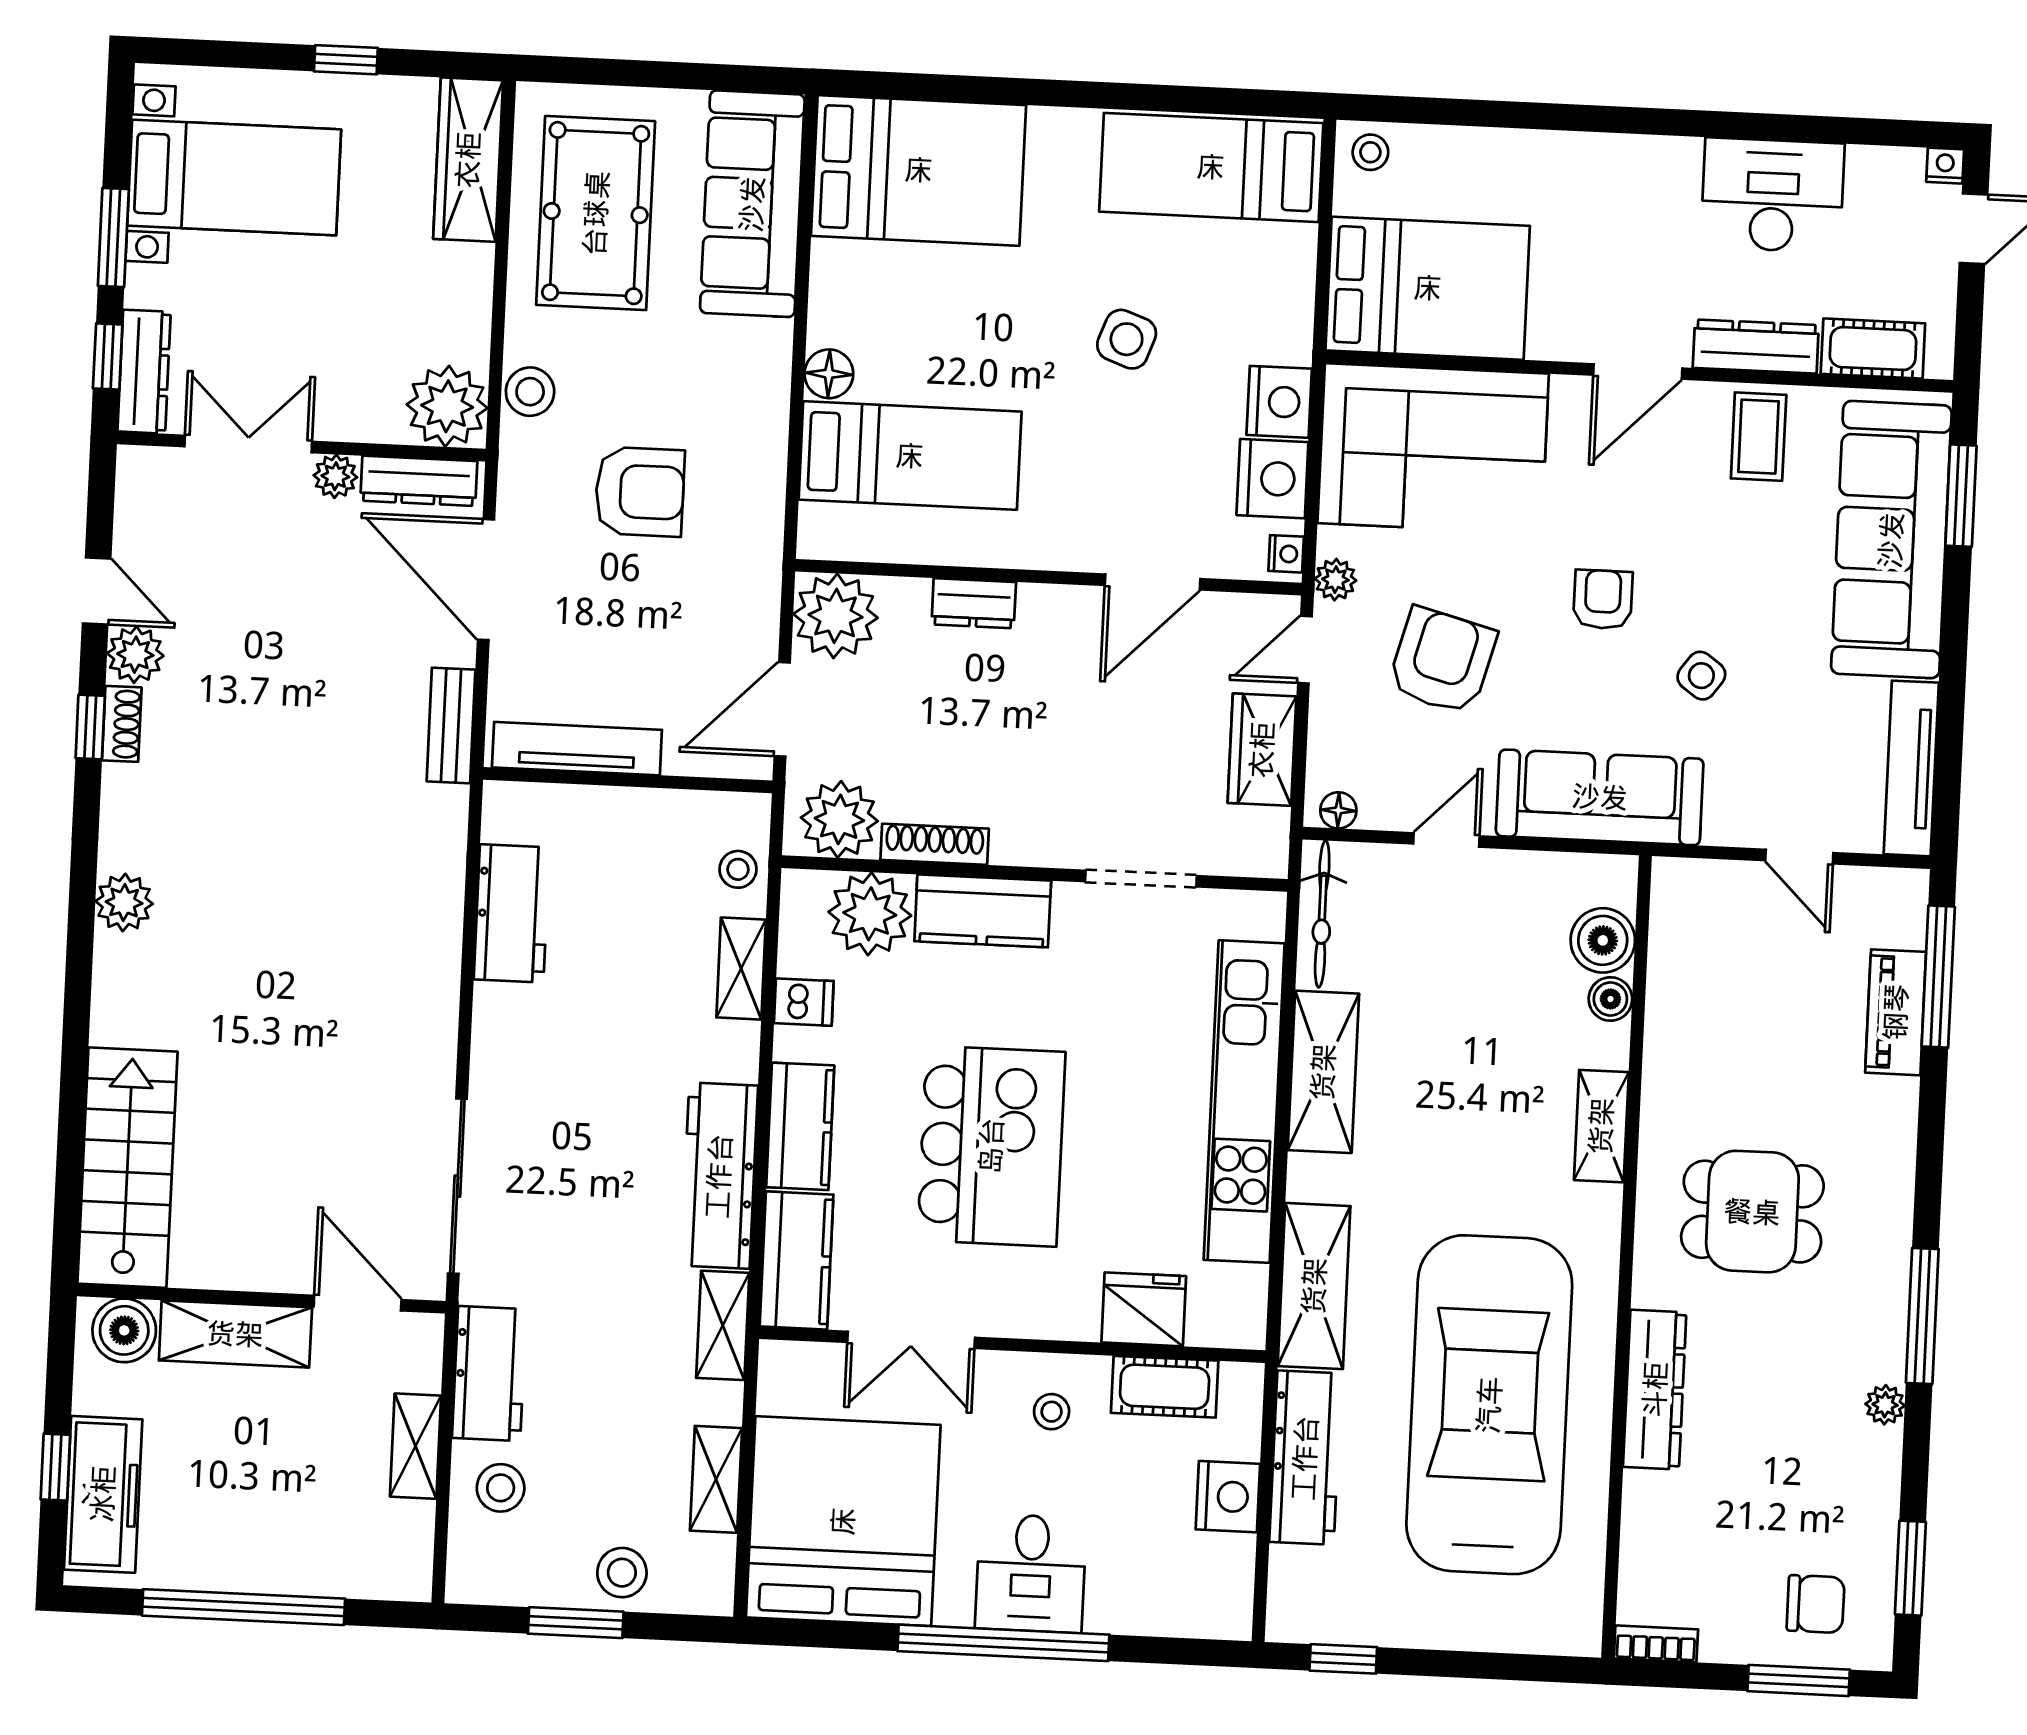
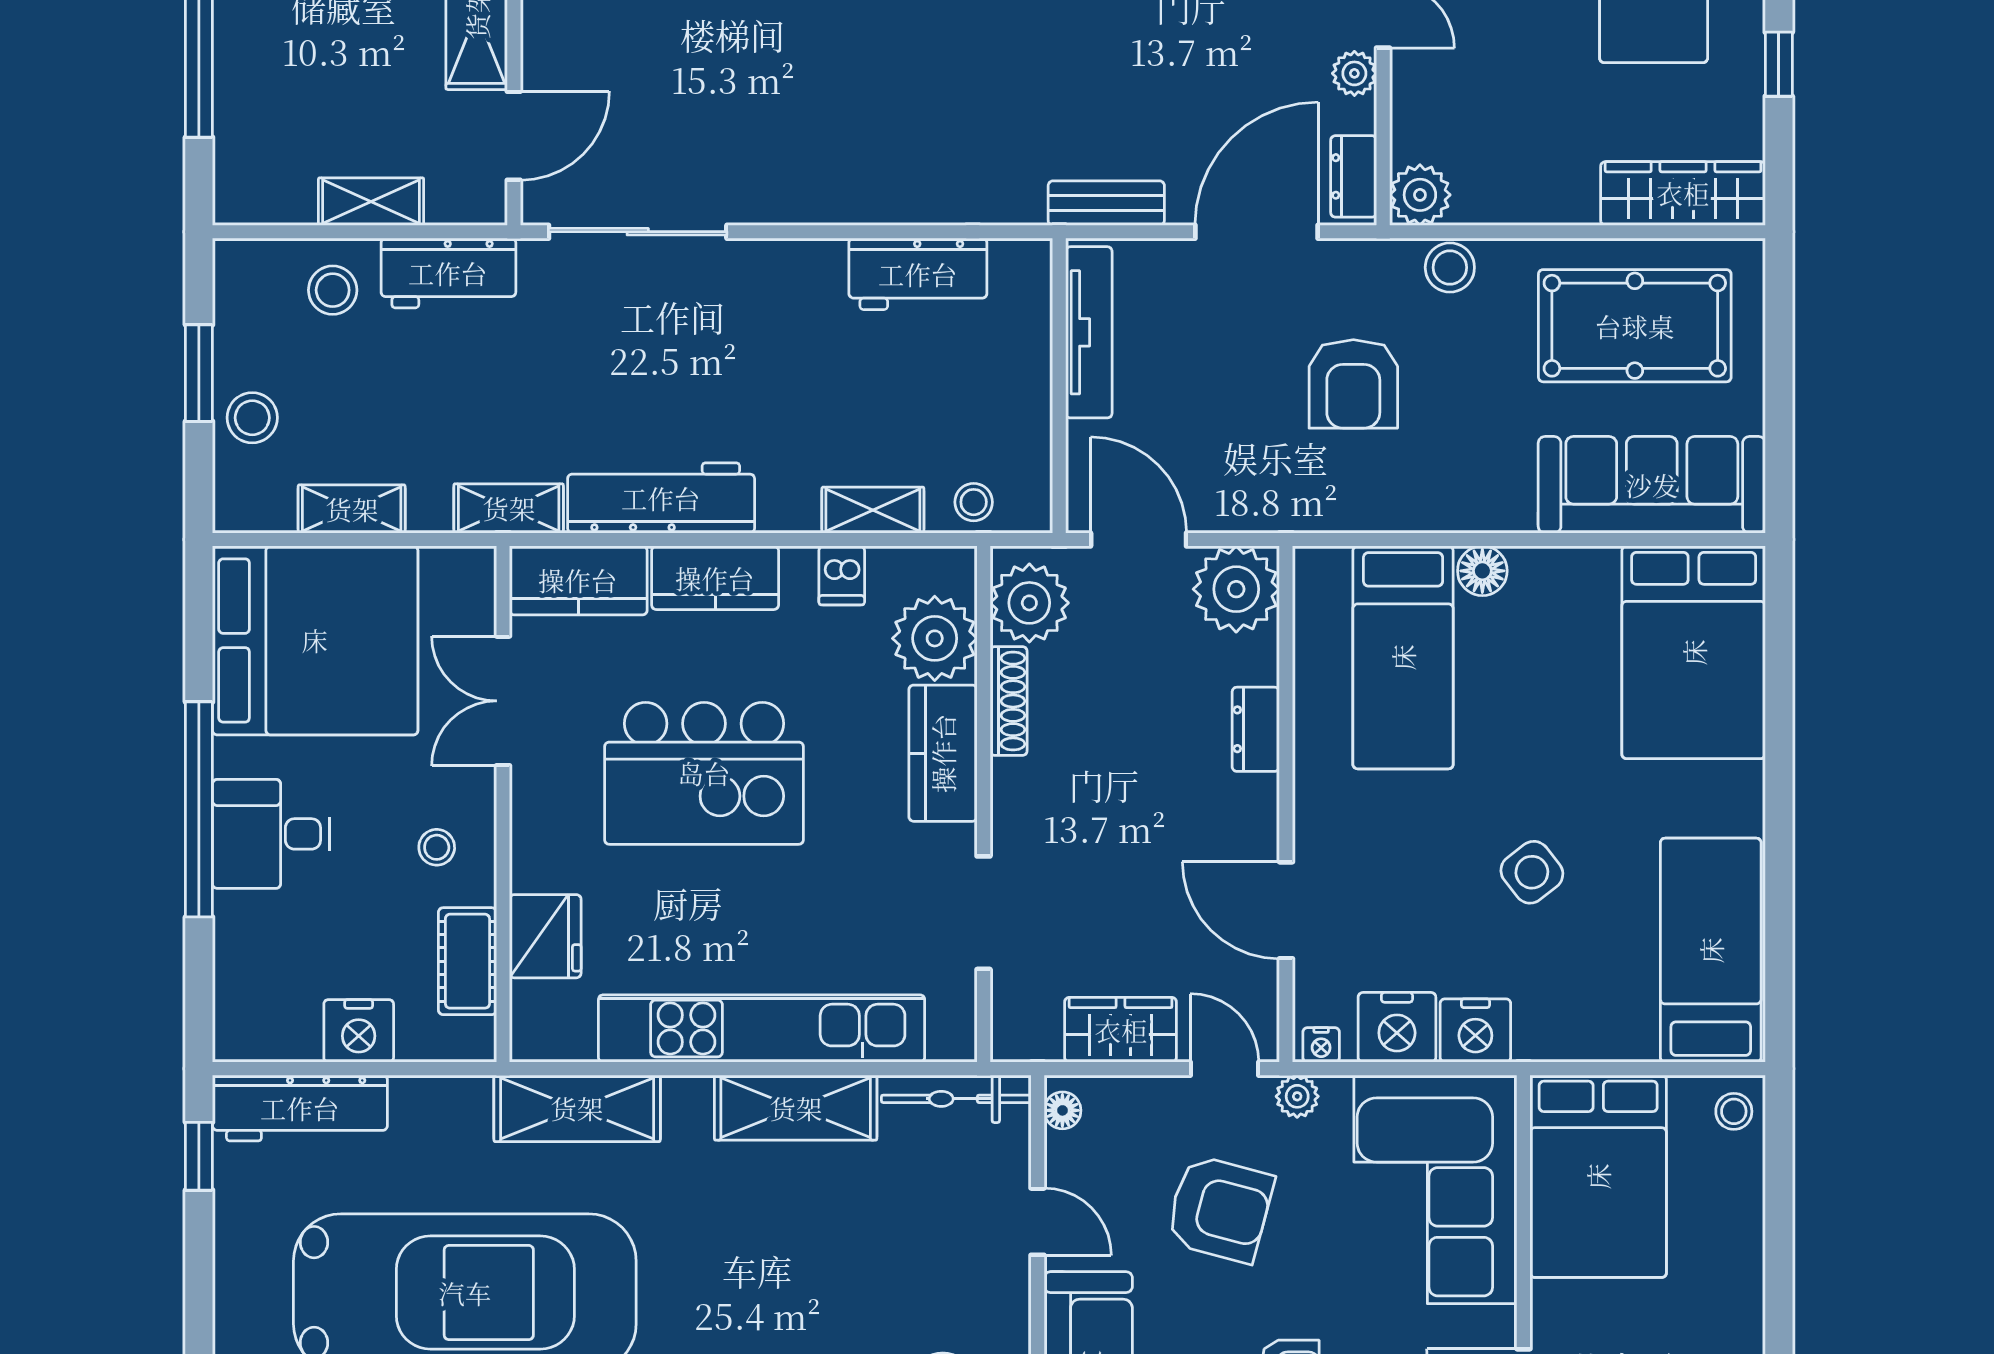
side table: (1127, 339) -> (1532, 872), turned 32
plant: (447, 406) -> (1420, 195), width x0.73, depth x0.73
dresser: (419, 481) -> (1354, 176), width x0.70
workbench: (1305, 1458) -> (300, 1108), moved

